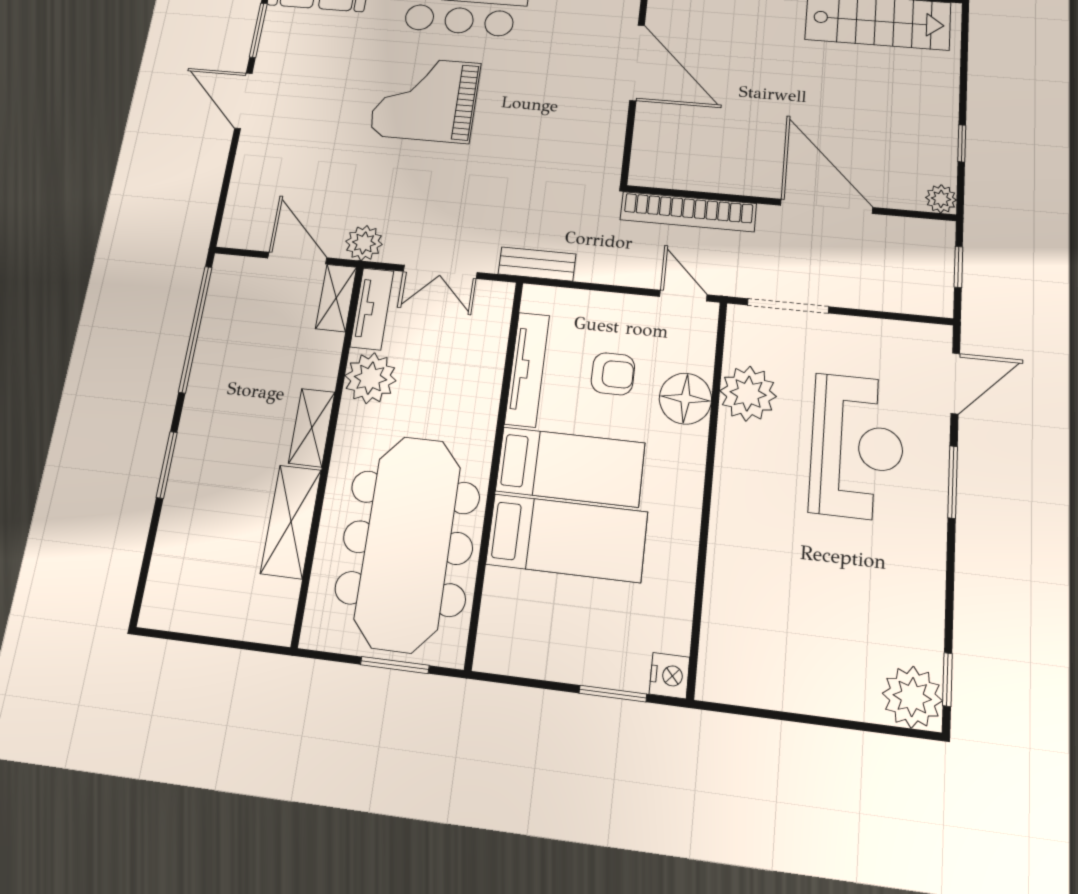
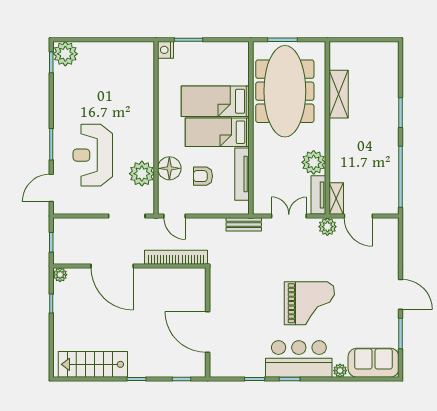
shelving: (312, 428) -> (337, 137), removed

